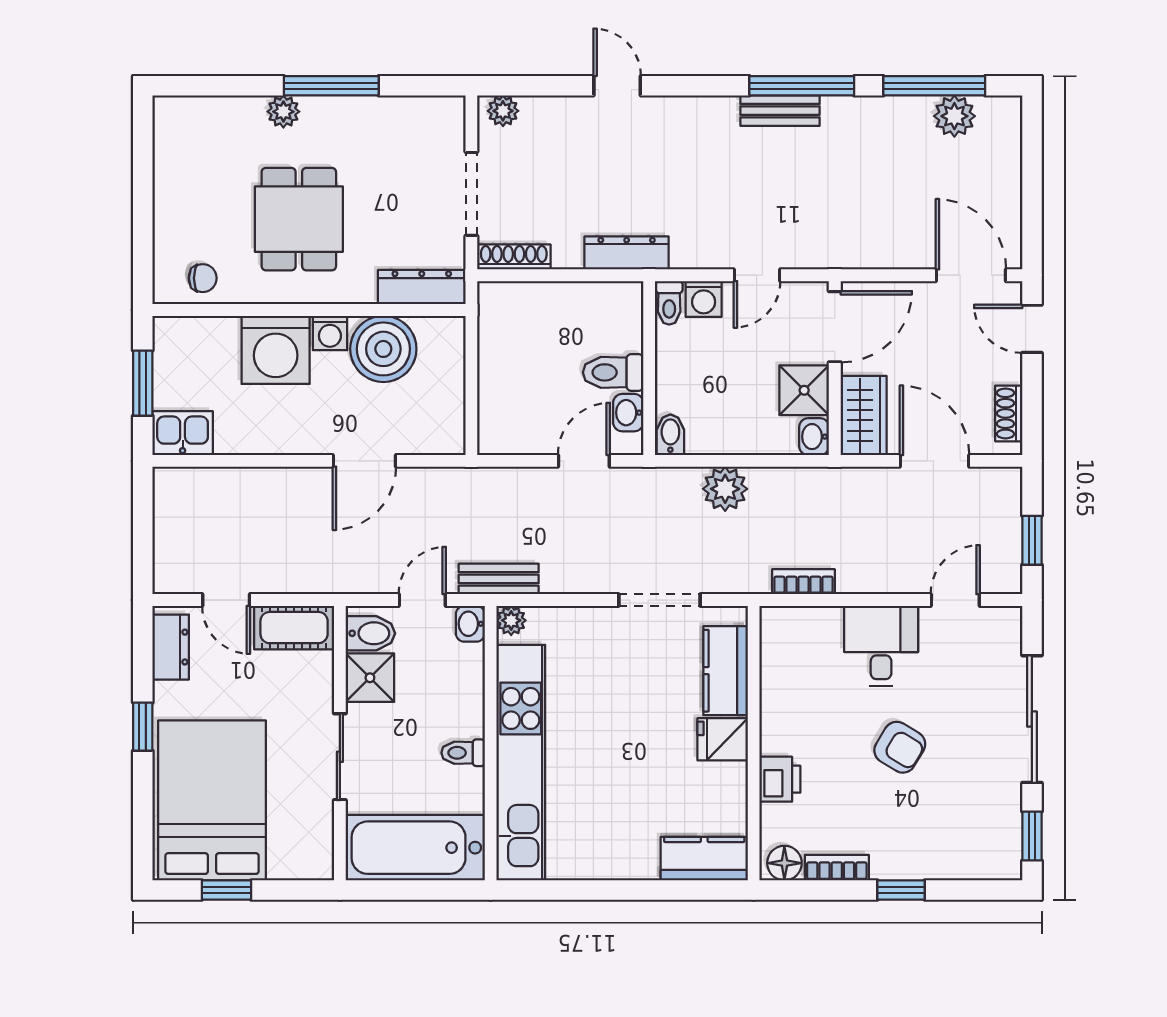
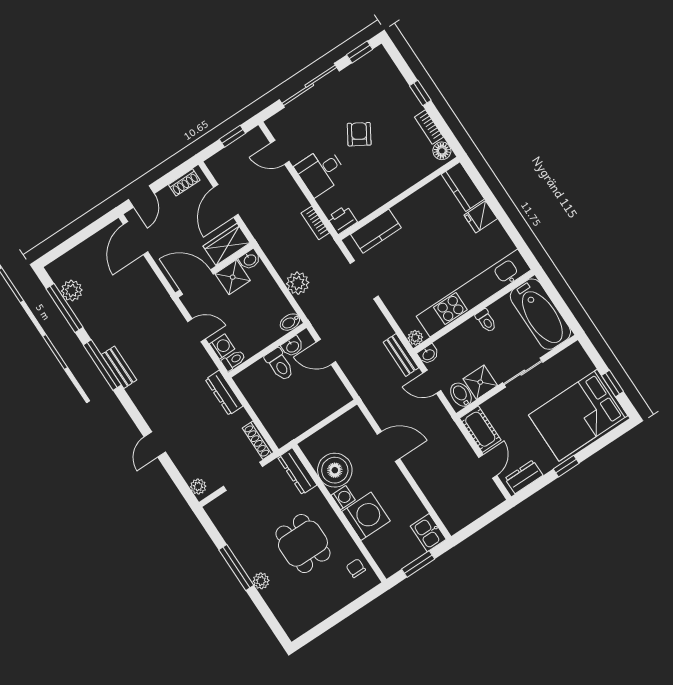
dining table: (299, 219) -> (303, 544), turned 90
fridge: (723, 739) -> (481, 217), moved, turned 90
printer: (780, 779) -> (342, 220), moved

